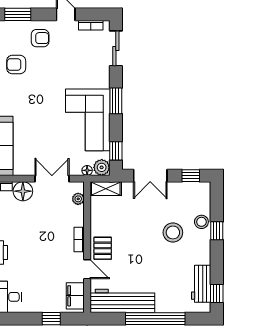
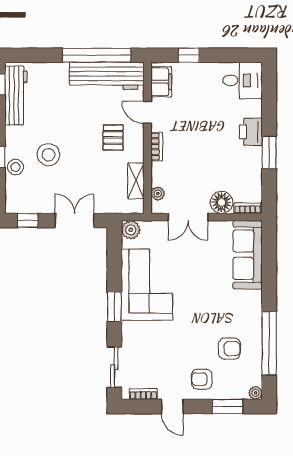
window: (116, 151) -> (114, 249), removed
floor lamp: (87, 170) -> (147, 226), removed
shelving: (106, 189) -> (136, 181), moved, turned 90
pallet: (103, 248) -> (113, 138), moved
workbench: (201, 284) -> (16, 96), width x1.38
window: (155, 319) -> (96, 55), moved

